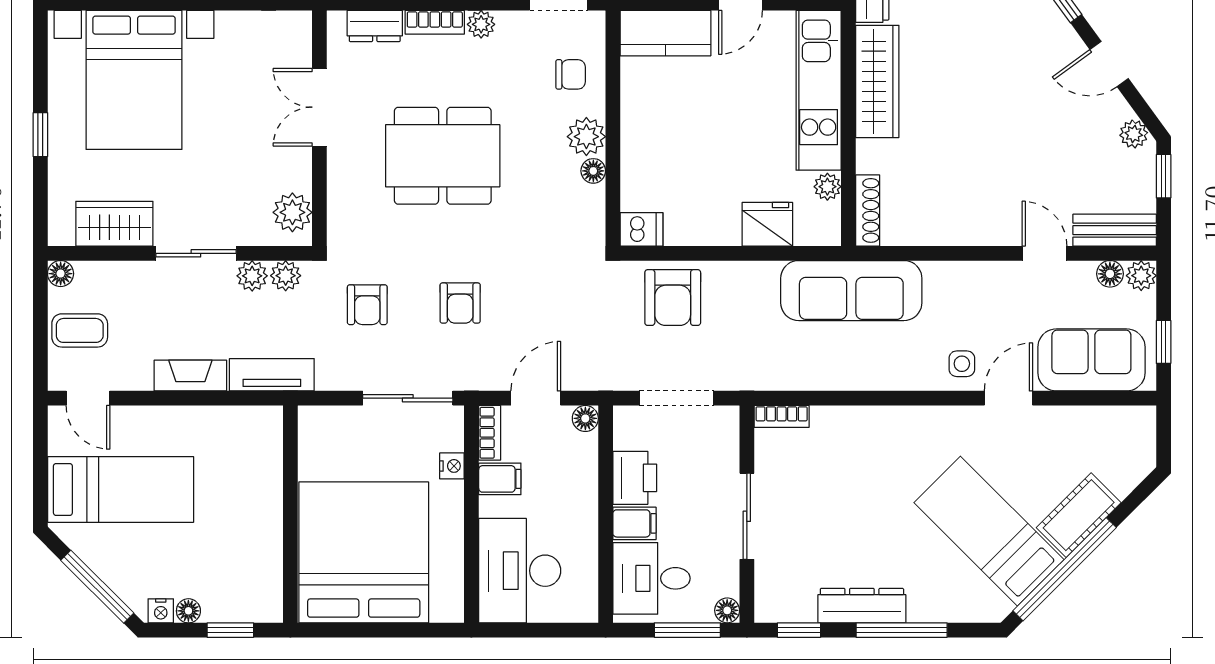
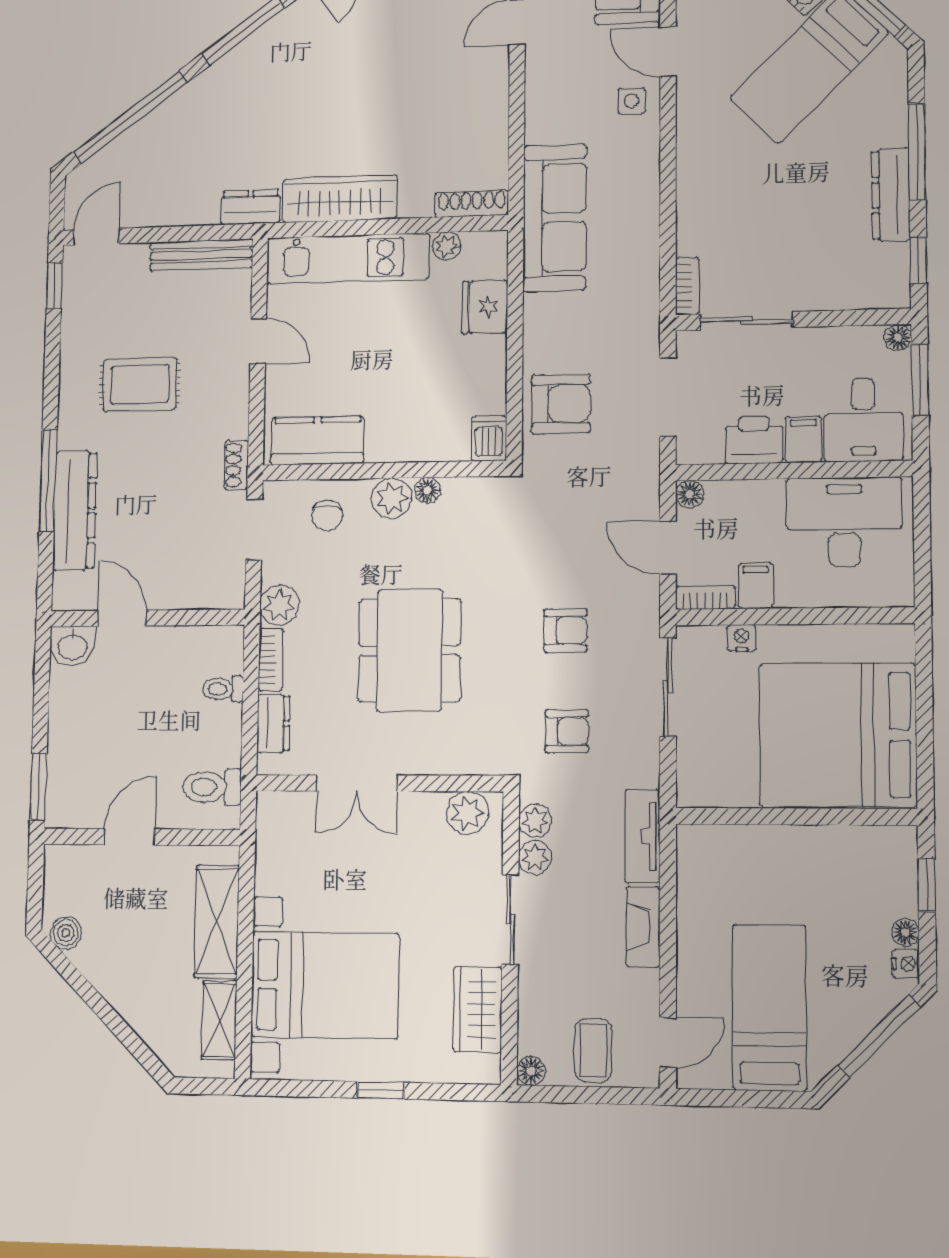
plant: (481, 24) -> (279, 605), width x1.38, depth x1.38
kitchen counter: (665, 33) -> (317, 441), moved, turned -90
chair: (571, 74) -> (327, 516), turned 180
sliding door: (747, 516) -> (746, 321), moved
desk: (520, 571) -> (844, 522), moved, turned 180

